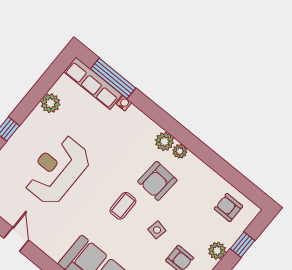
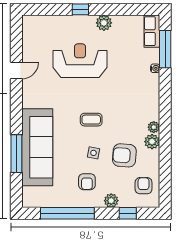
row of seats: (93, 83) -> (152, 31), width x0.68
plant: (50, 103) -> (104, 23), moved
plant: (164, 142) -> (152, 142), moved
armchair: (157, 181) -> (124, 155), moved

